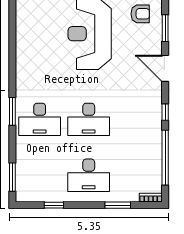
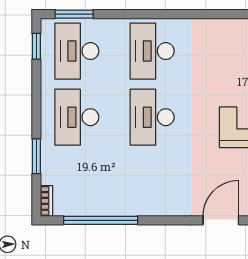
window: (12, 111) -> (163, 14), removed
window: (165, 112) -> (162, 220), removed
desk: (40, 175) -> (77, 51), added
window: (54, 205) -> (36, 46), moved

